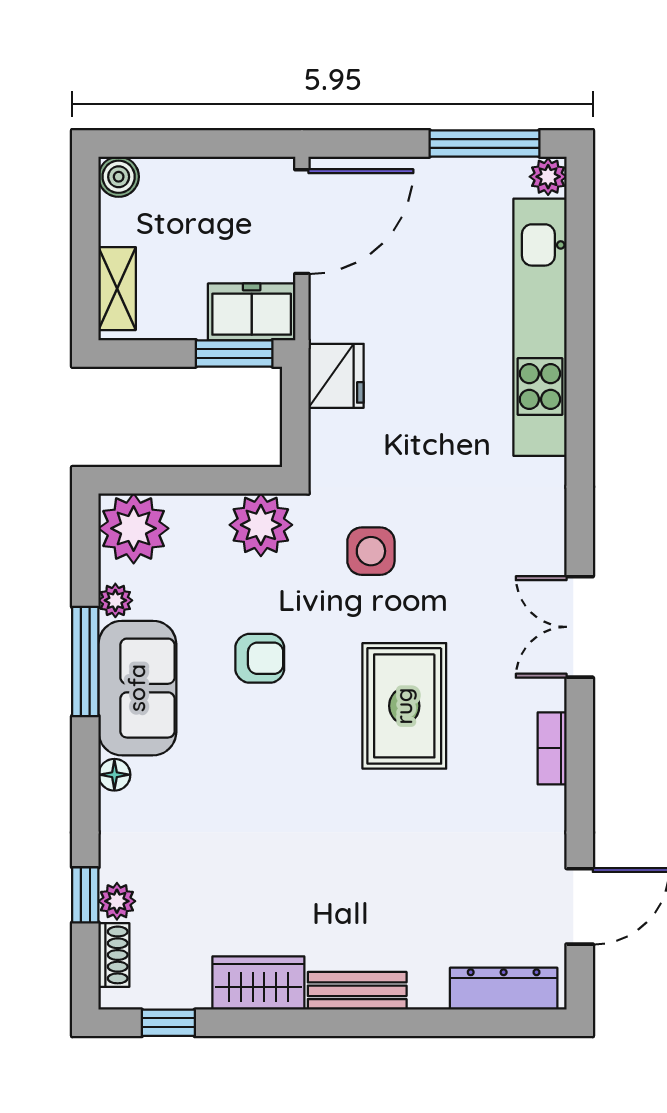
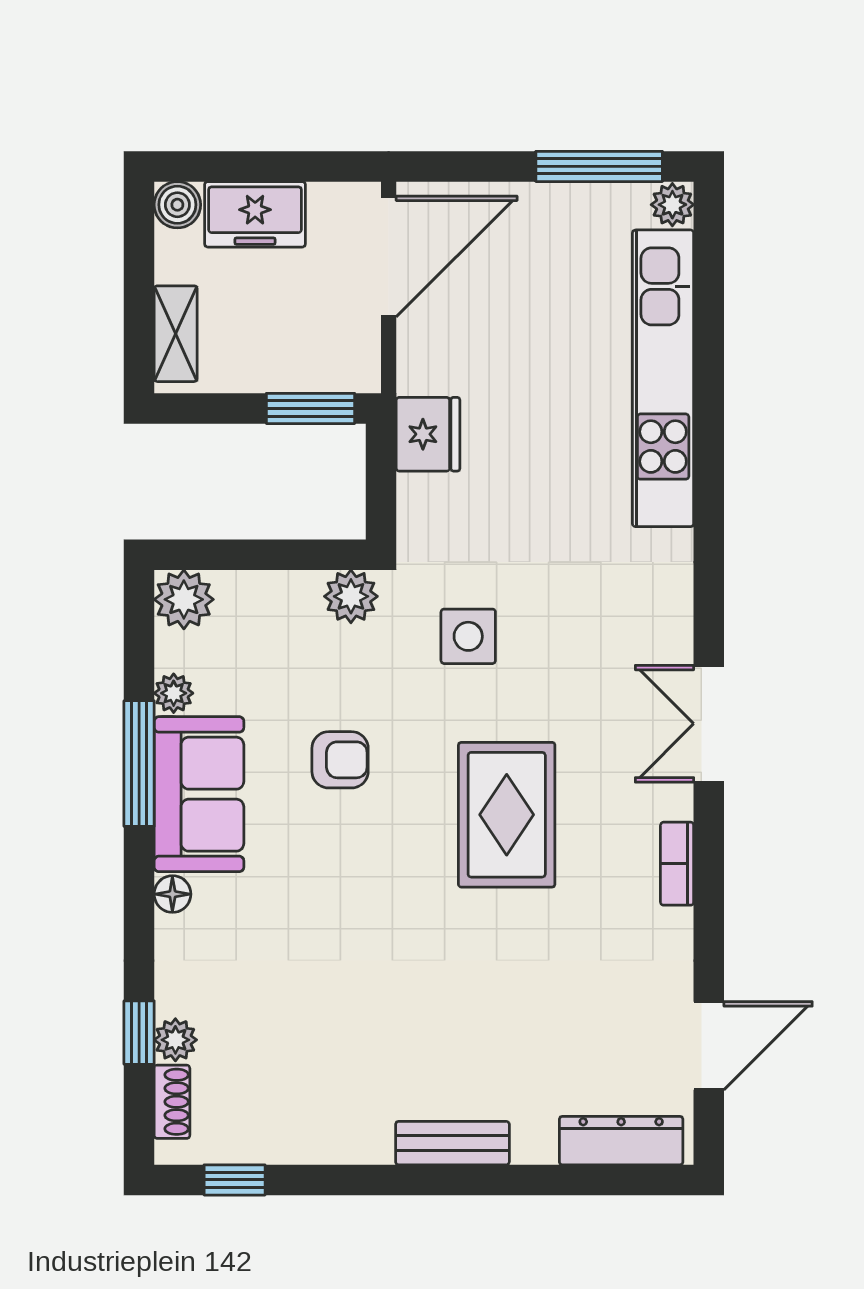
freezer: (252, 312) -> (255, 214), moved, turned 180
plant: (261, 525) -> (351, 596), width x0.73, depth x0.73
plant: (134, 528) -> (184, 599), width x0.73, depth x0.73
wardrobe: (258, 983) -> (338, 1134), removed

